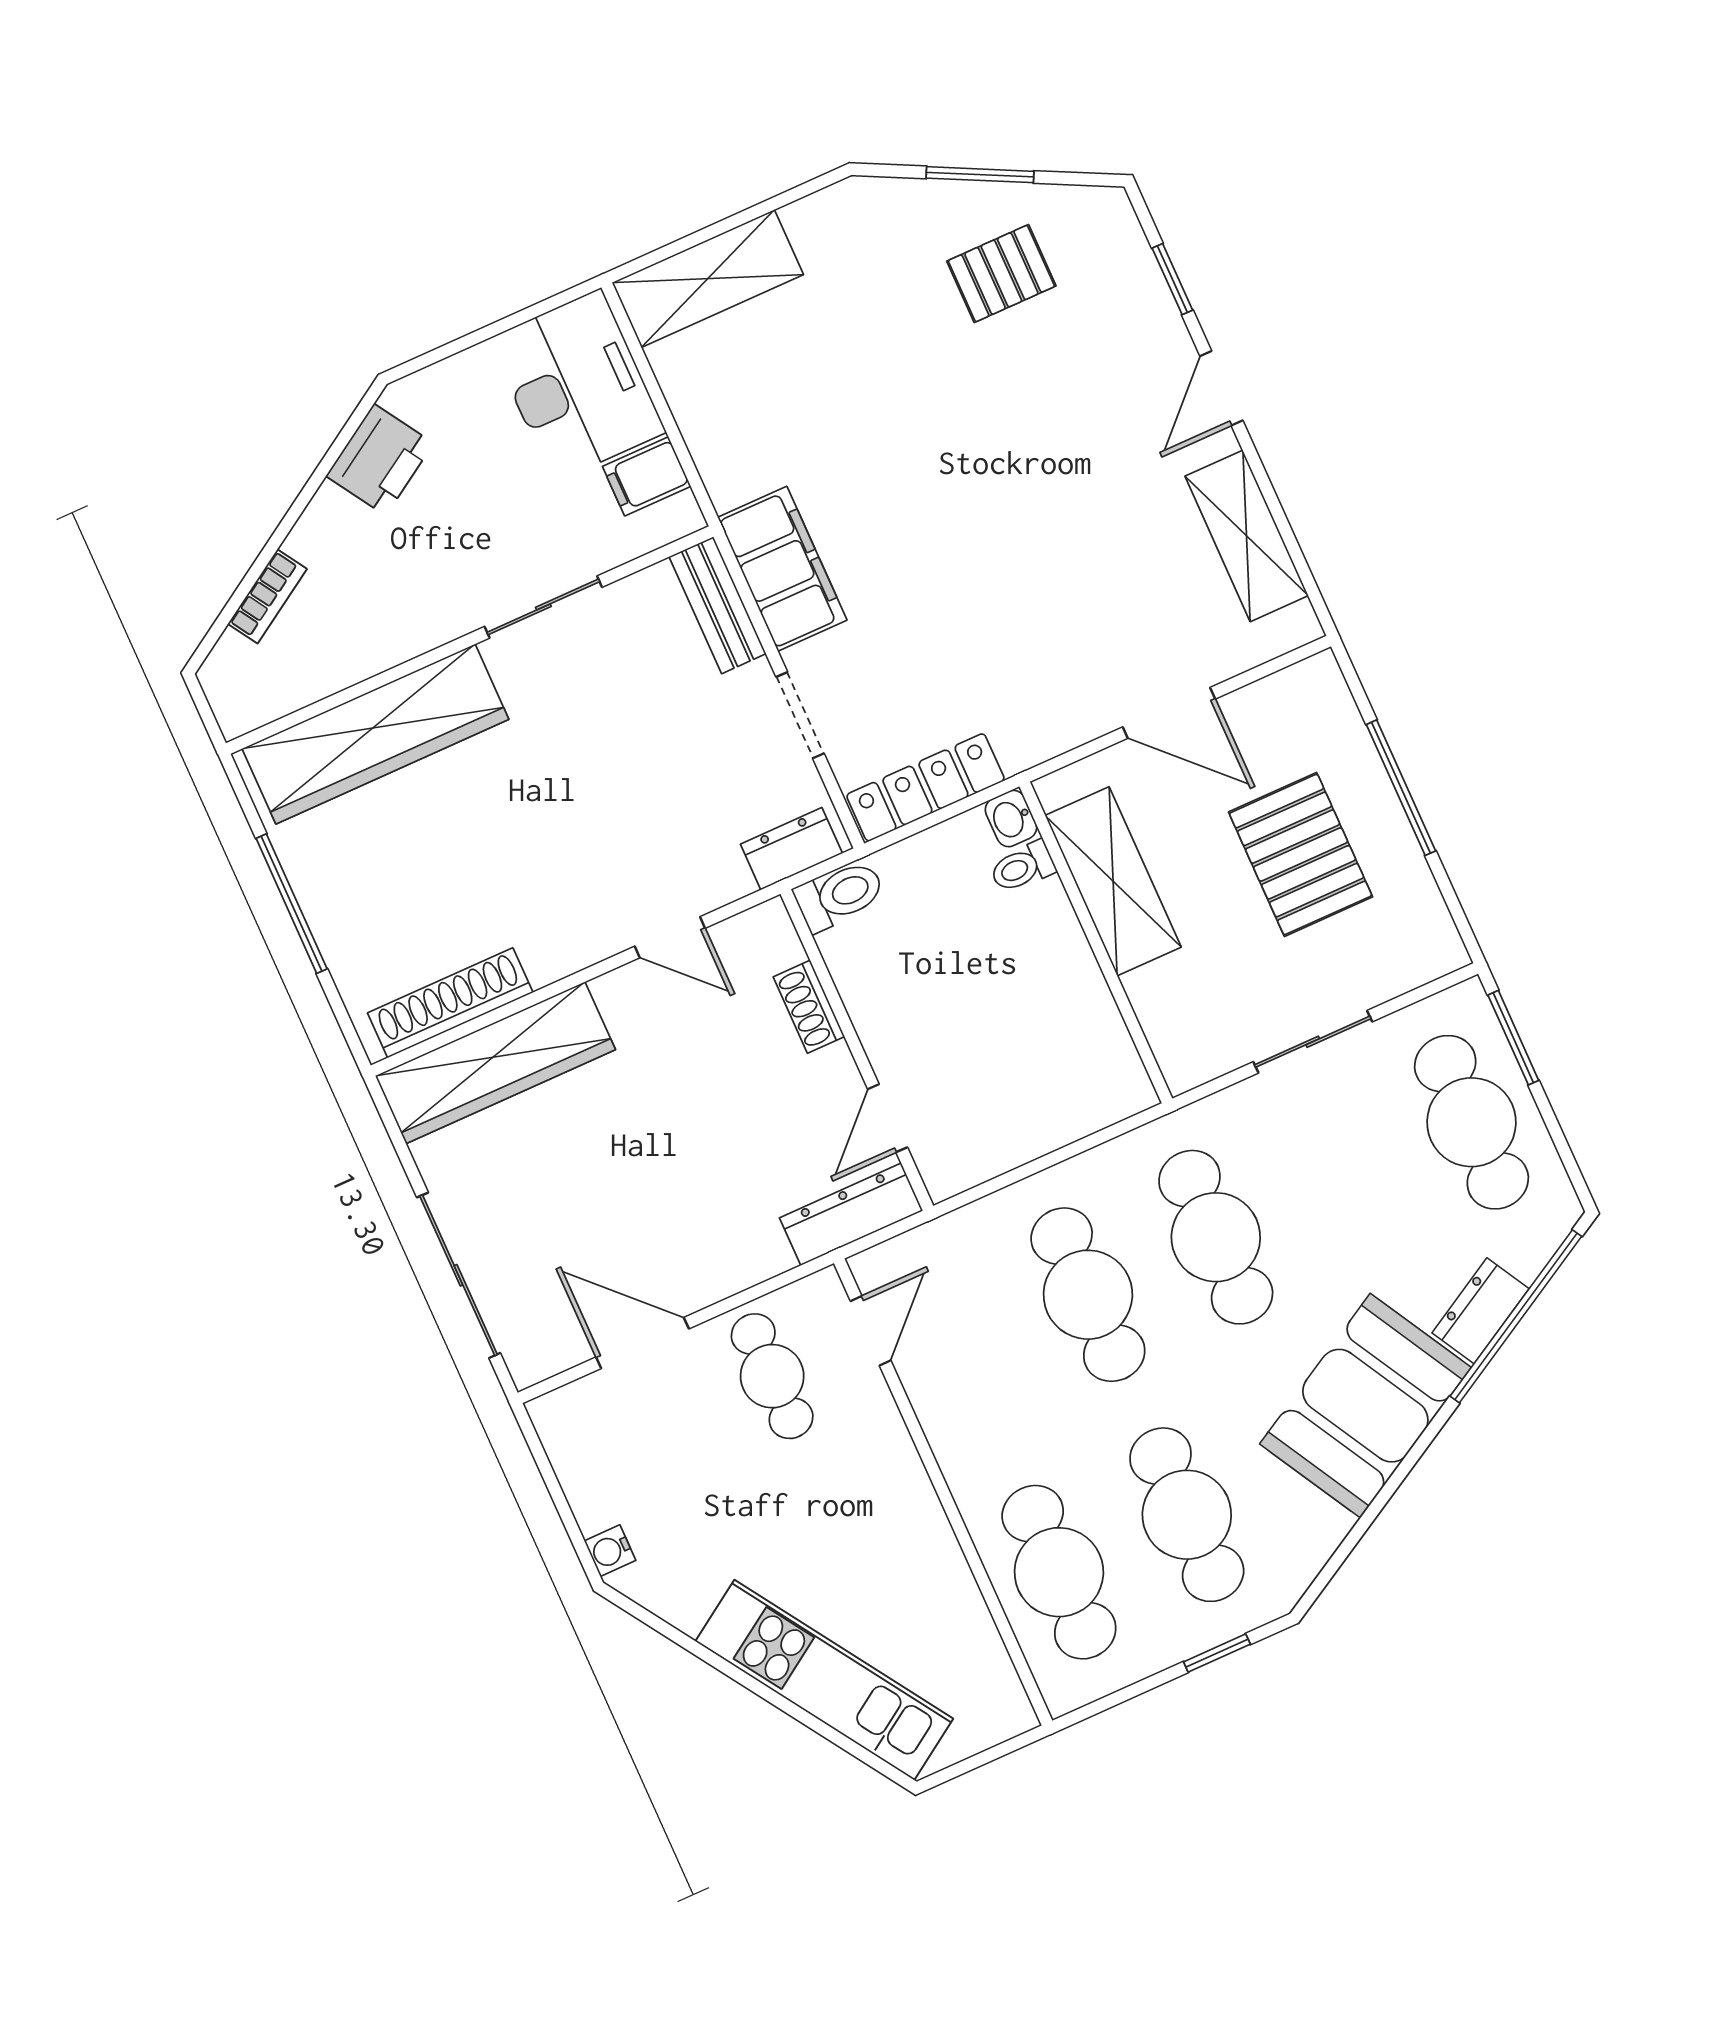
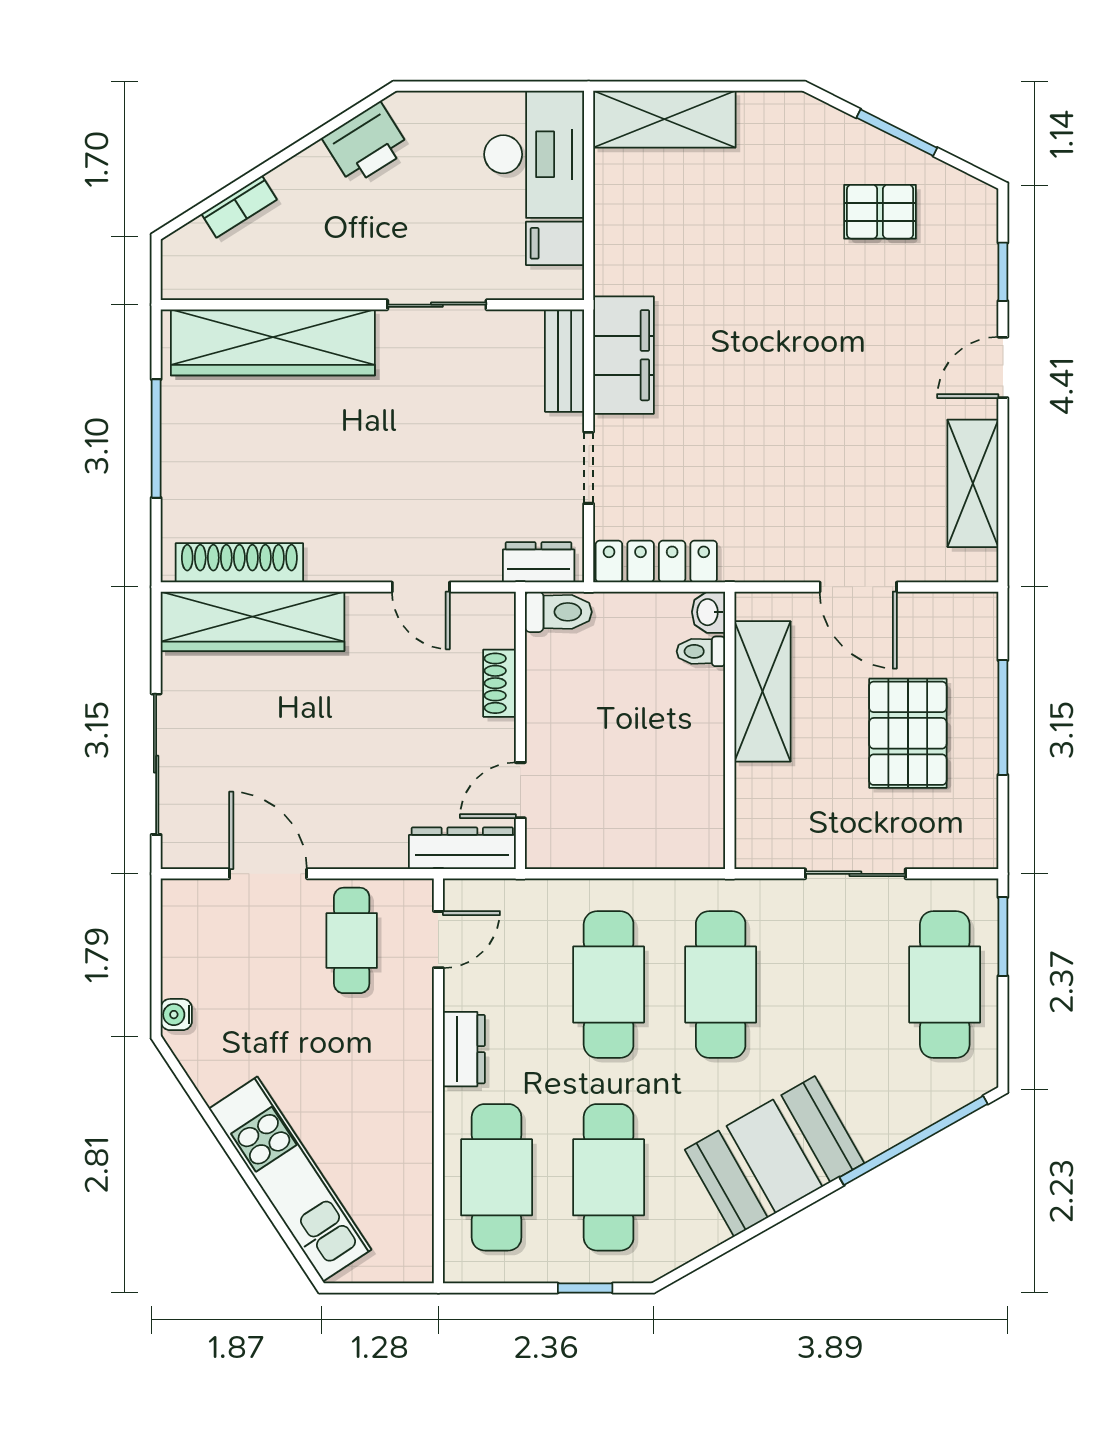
dresser: (1480, 1311) -> (464, 1049), moved, turned 120

